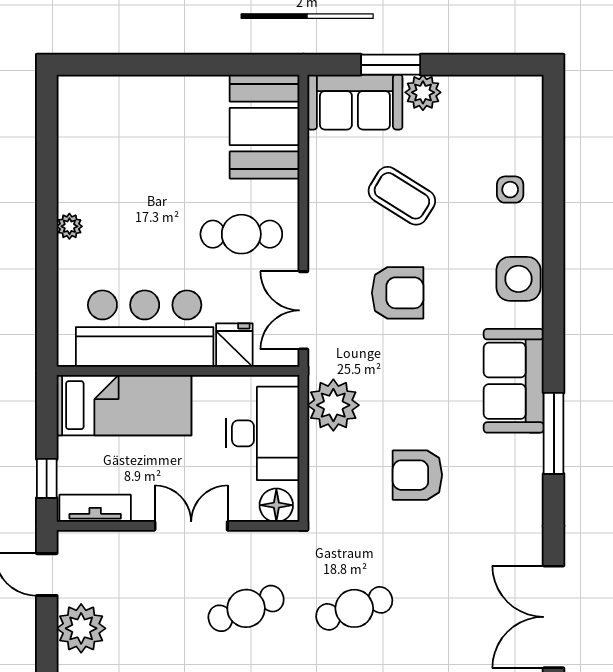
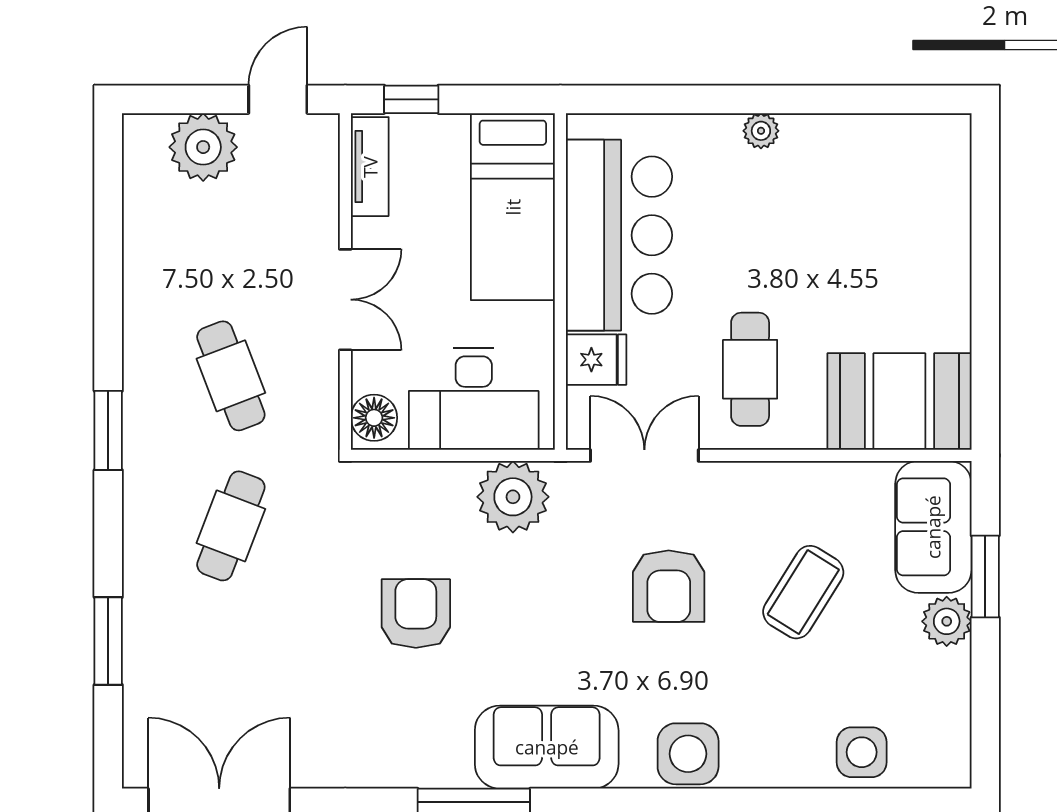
side table: (510, 190) -> (862, 752), moved, width x1.37, depth x1.37
cafe table: (354, 608) -> (231, 526), turned 39

